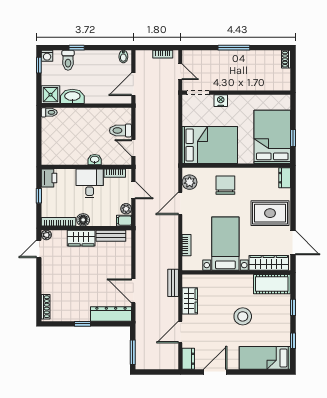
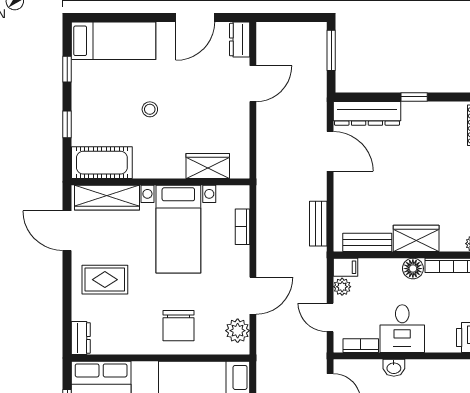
rug: (270, 213) -> (105, 280), width x0.73, depth x0.70
bench: (173, 283) -> (318, 224), moved
wardrobe: (190, 301) -> (208, 166), moved, turned 90
stool: (243, 316) -> (150, 109), width x0.53, depth x0.53

